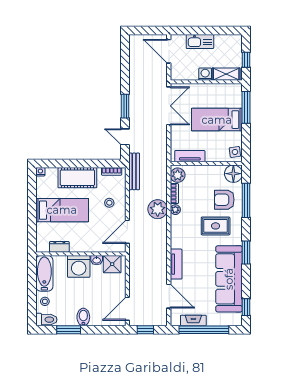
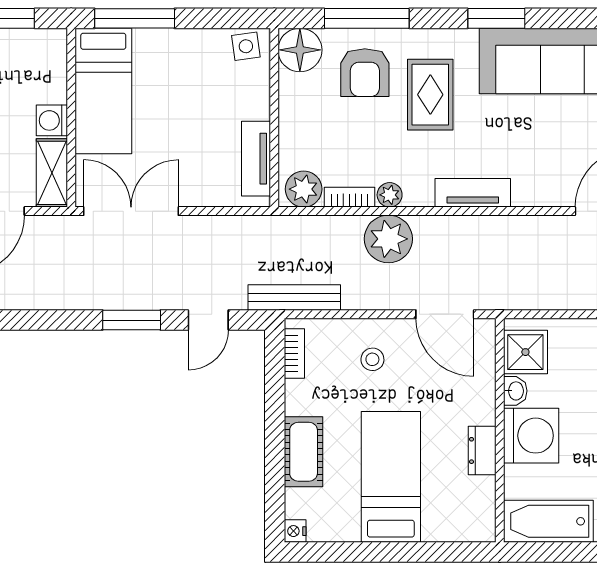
shelving: (226, 74) -> (52, 173), moved
bed: (217, 120) -> (103, 91), moved
cot: (77, 178) -> (304, 452), width x0.73, depth x0.75
dresser: (59, 247) -> (482, 450), moved
tv unit: (176, 264) -> (473, 193), moved

